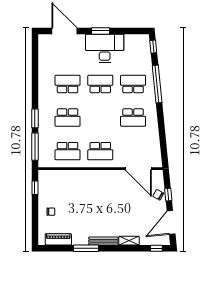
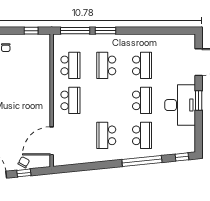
school desk: (68, 151) -> (70, 65), turned 180
school desk: (100, 151) -> (70, 100), turned 180

